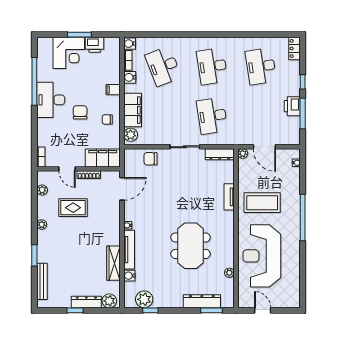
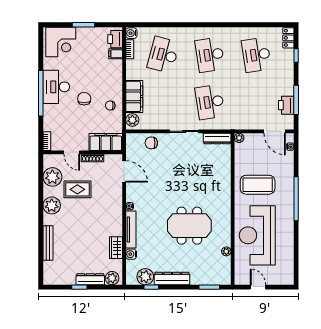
printer: (95, 45) -> (115, 39), moved, turned 90
corner desk: (69, 53) -> (61, 42), moved
desk: (163, 66) -> (163, 55), turned 36
water cooler: (130, 77) -> (131, 65), removed
window: (34, 81) -> (41, 93), moved
window: (303, 82) -> (296, 55), moved
filing cabinet: (113, 90) -> (116, 54), moved
printer: (292, 106) -> (286, 105), moved
door: (264, 147) -> (275, 131), moved
door: (122, 189) -> (124, 171), hinge flipped
plant: (42, 190) -> (52, 177), width x1.87, depth x1.87
tv unit: (229, 197) -> (226, 179), removed
plant: (42, 225) -> (52, 205), width x1.87, depth x1.87
meeting table: (191, 246) -> (189, 226), turned 90
window: (34, 255) -> (41, 235), removed
wardrobe: (113, 263) -> (116, 248), width x0.67
bench: (42, 281) -> (48, 243), moved
dresser: (202, 301) -> (172, 279), moved

